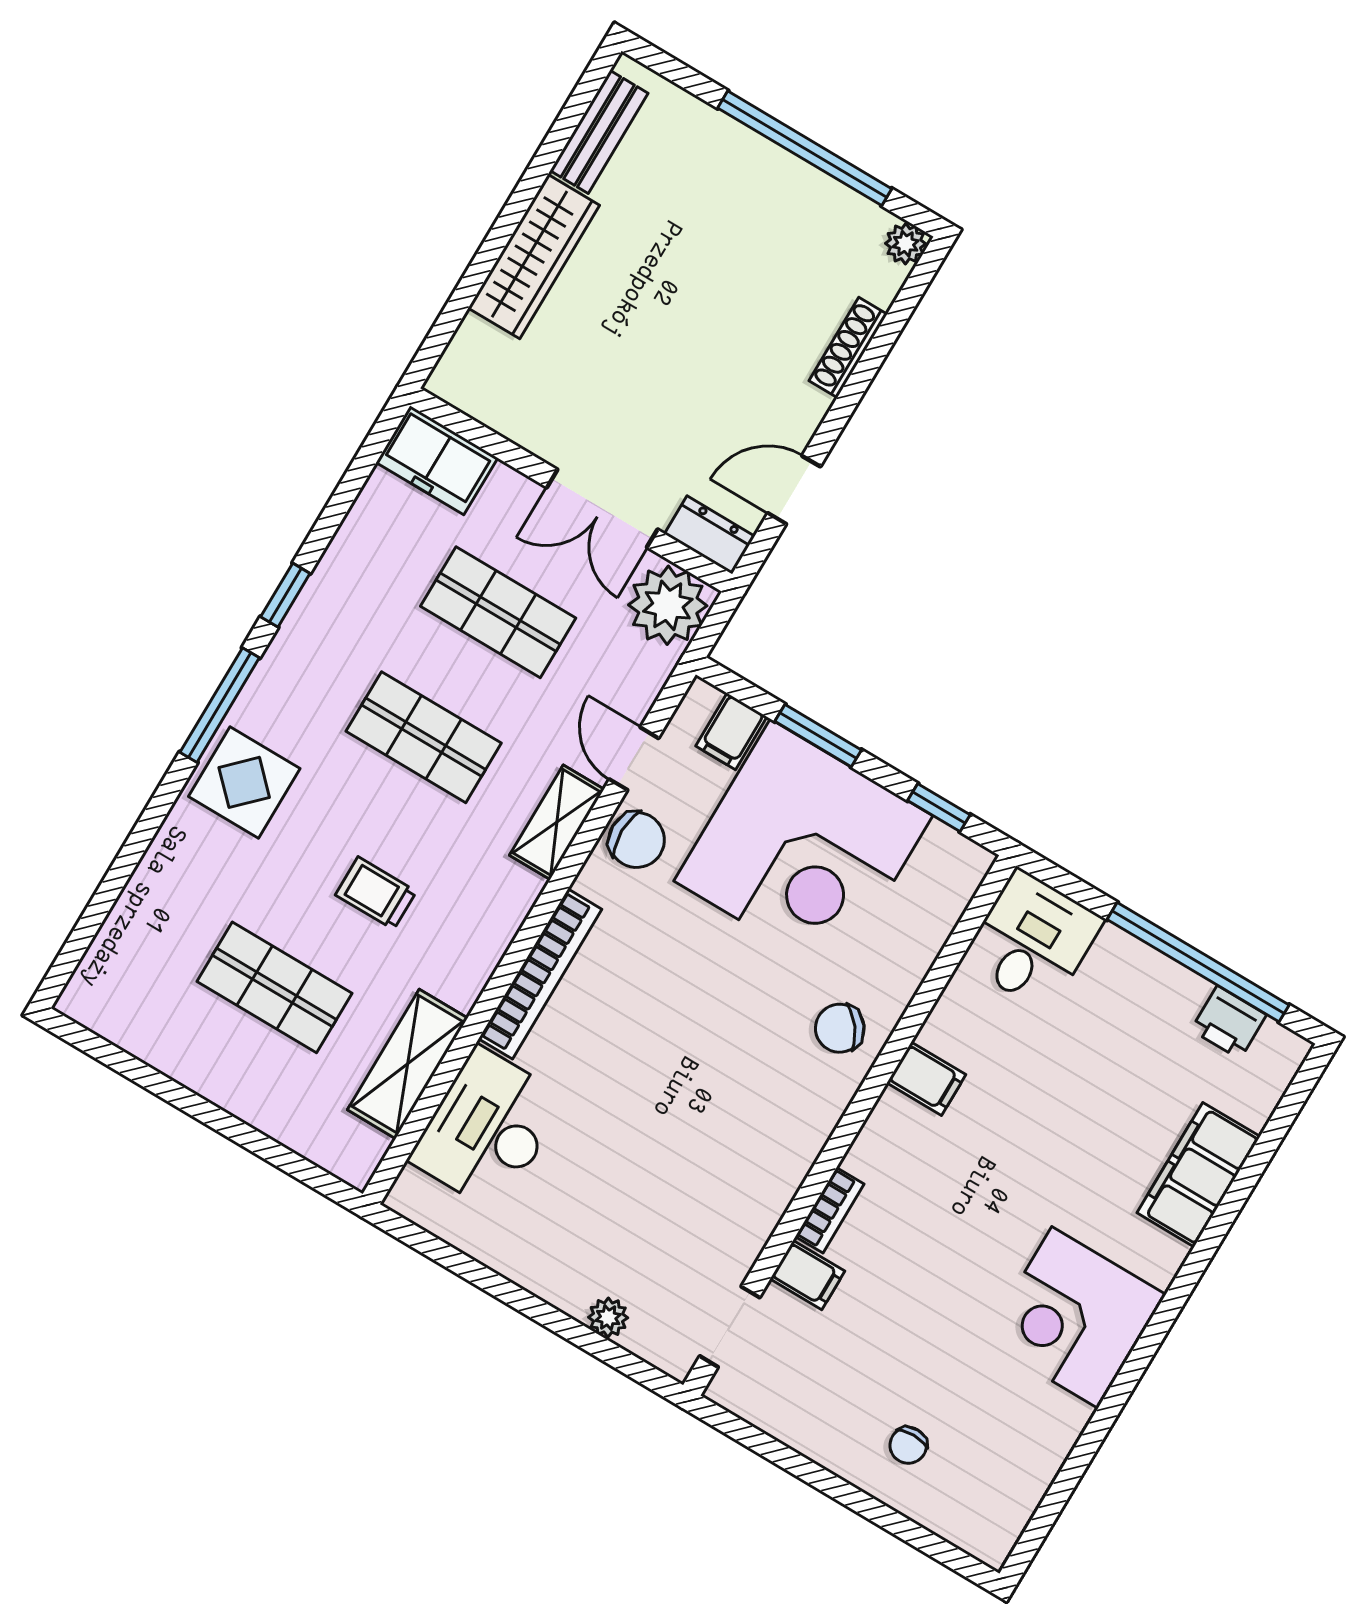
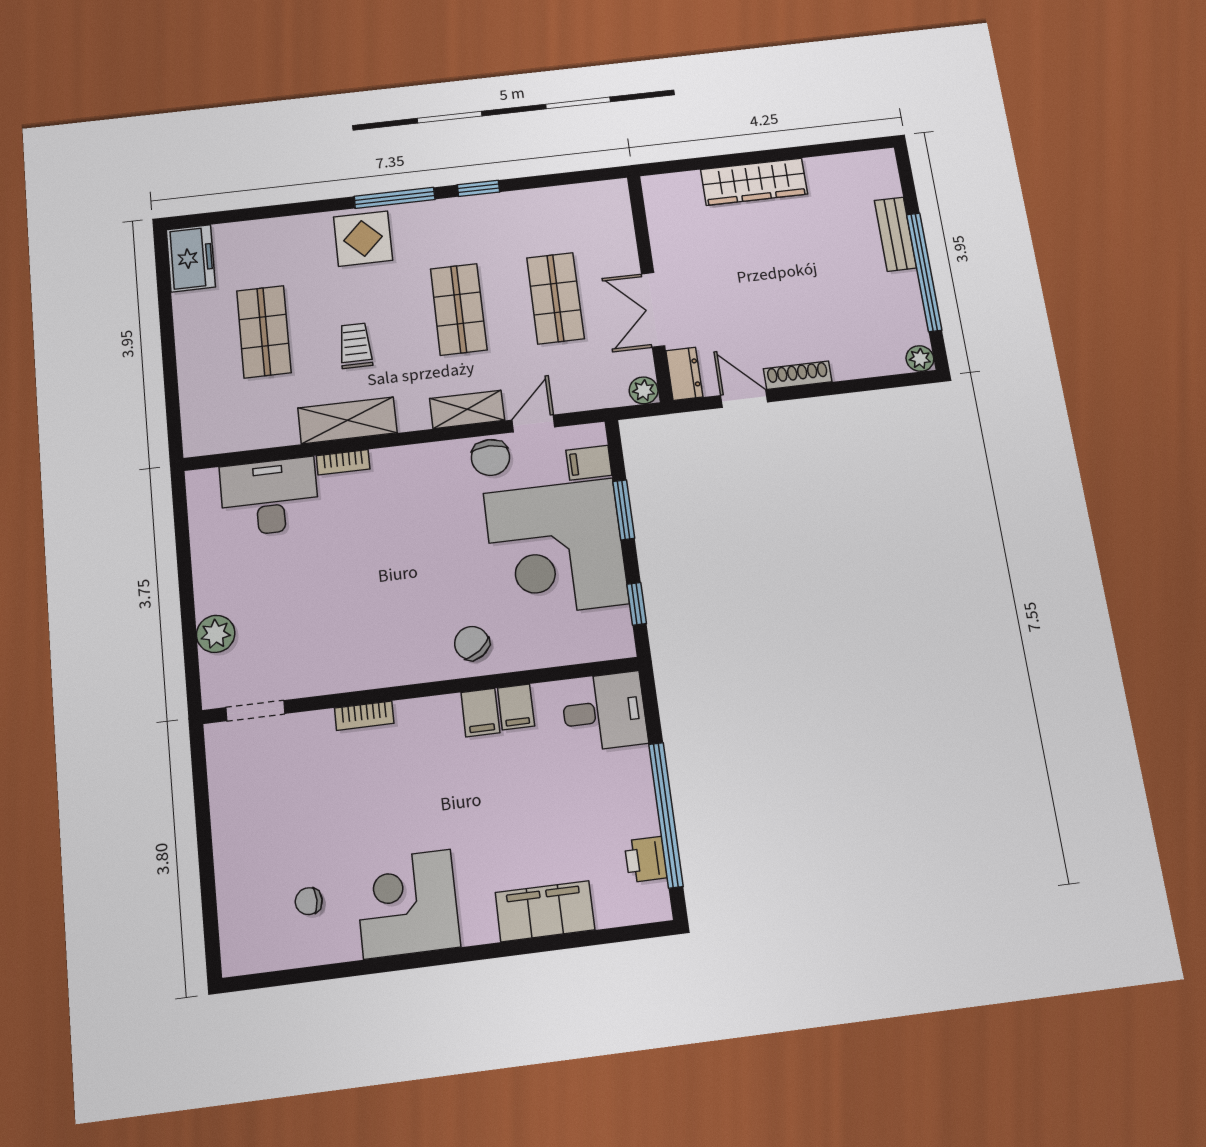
bench: (599, 132) -> (895, 234), moved, turned 90
shoe rack: (848, 347) -> (798, 375), moved
freezer: (437, 460) -> (191, 258), moved, turned 180
plant: (668, 605) -> (644, 390), width x0.53, depth x0.53
bookcase: (540, 974) -> (343, 462), width x0.43, depth x0.76
shelving: (408, 1064) -> (347, 420), moved
filing cabinet: (807, 1275) -> (516, 707), moved
plant: (608, 1318) -> (216, 634), width x1.38, depth x1.38
chair: (908, 1445) -> (309, 901), moved

